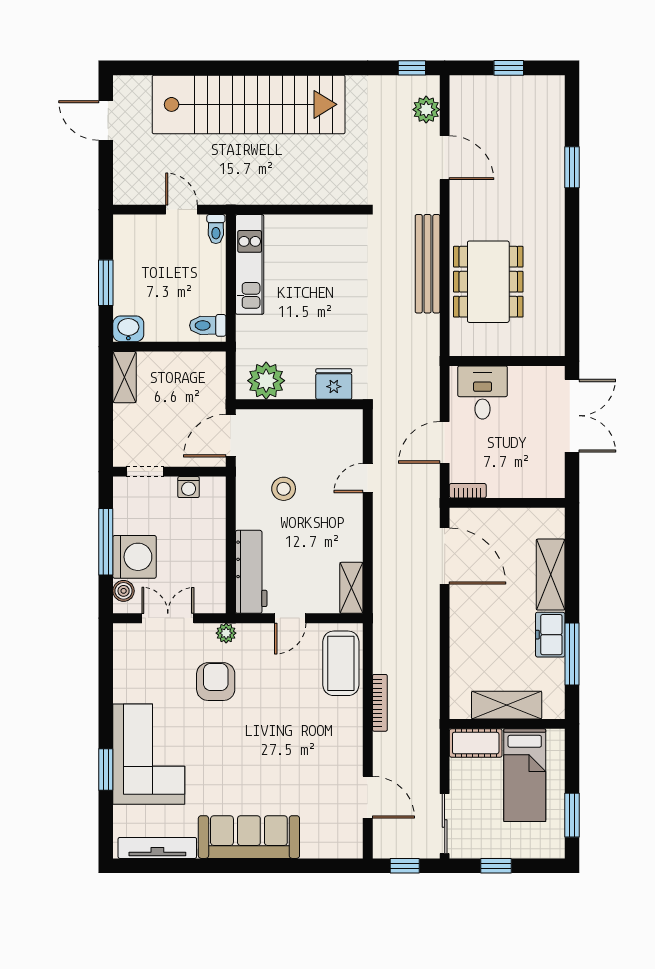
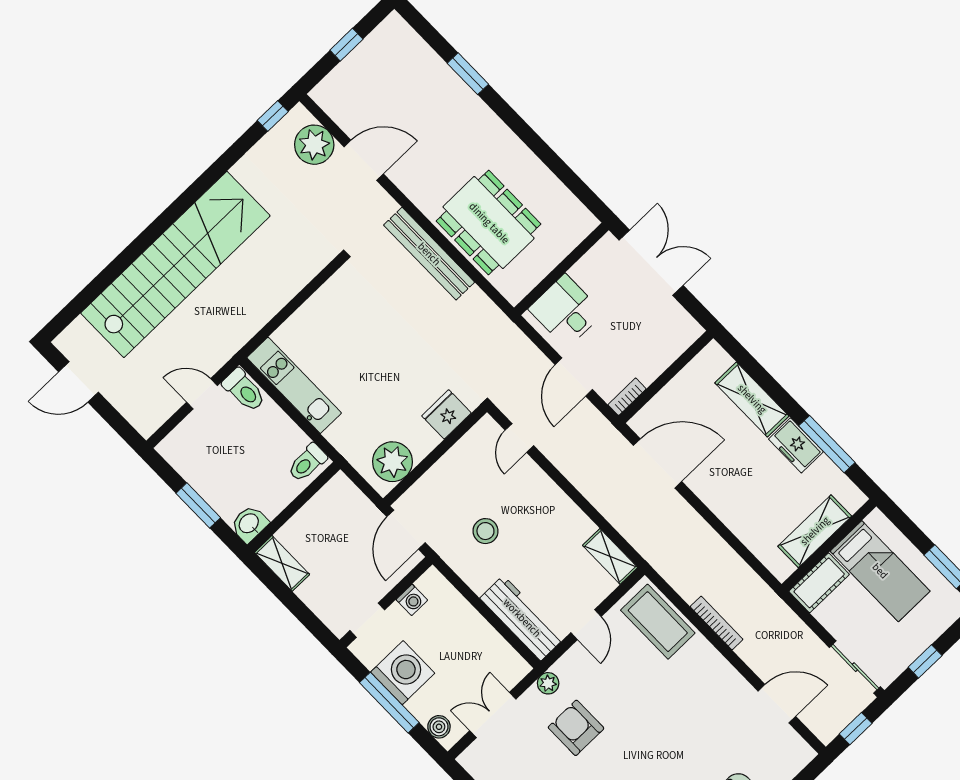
plant: (426, 110) -> (314, 145), width x1.36, depth x1.36
toilet: (216, 229) -> (244, 390), width x1.37, depth x1.39
door: (368, 478) -> (519, 438), moved
washing machine: (135, 557) -> (403, 673), moved

